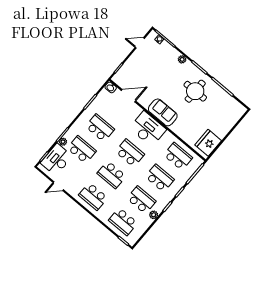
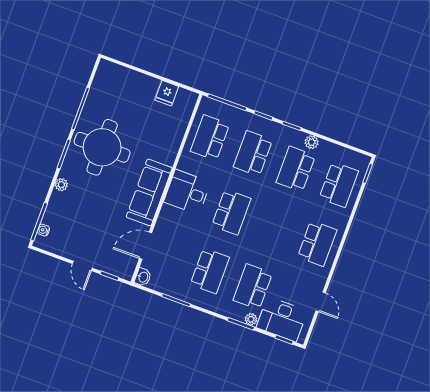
door: (140, 43) -> (82, 266), moved
round table: (195, 91) -> (102, 147), width x1.36, depth x1.36
door: (128, 96) -> (146, 246), hinge flipped
sofa: (163, 112) -> (149, 192), width x1.36
school desk: (100, 128) -> (210, 271), turned 180
desk: (148, 129) -> (187, 192), width x0.73
fridge: (208, 143) -> (167, 93), width x0.53, depth x0.75
school desk: (130, 153) -> (231, 212), turned 180
school desk: (111, 175) -> (274, 228), removed

